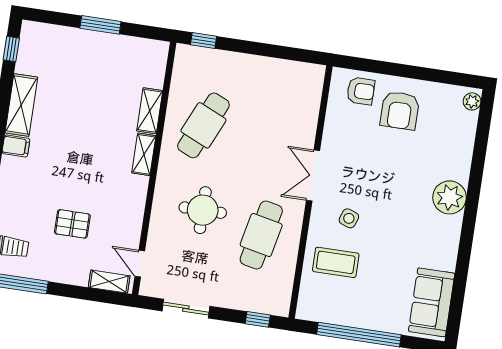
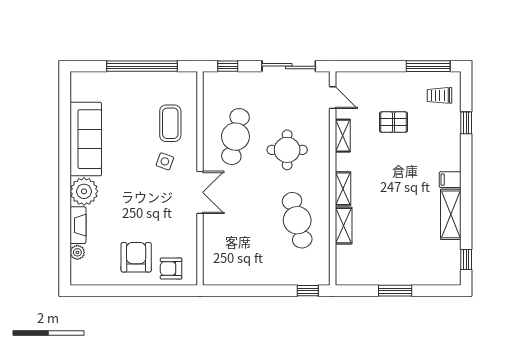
plant: (472, 101) -> (77, 252), moved
cafe table: (203, 125) -> (297, 220), turned -39
fireplace: (463, 159) -> (78, 225), added
coffee table: (336, 262) -> (170, 123), turned 90
shelving: (109, 282) -> (343, 136), moved, turned 90
sofa: (432, 302) -> (86, 139), moved, width x1.36
sliding door: (186, 309) -> (289, 66), width x1.37

